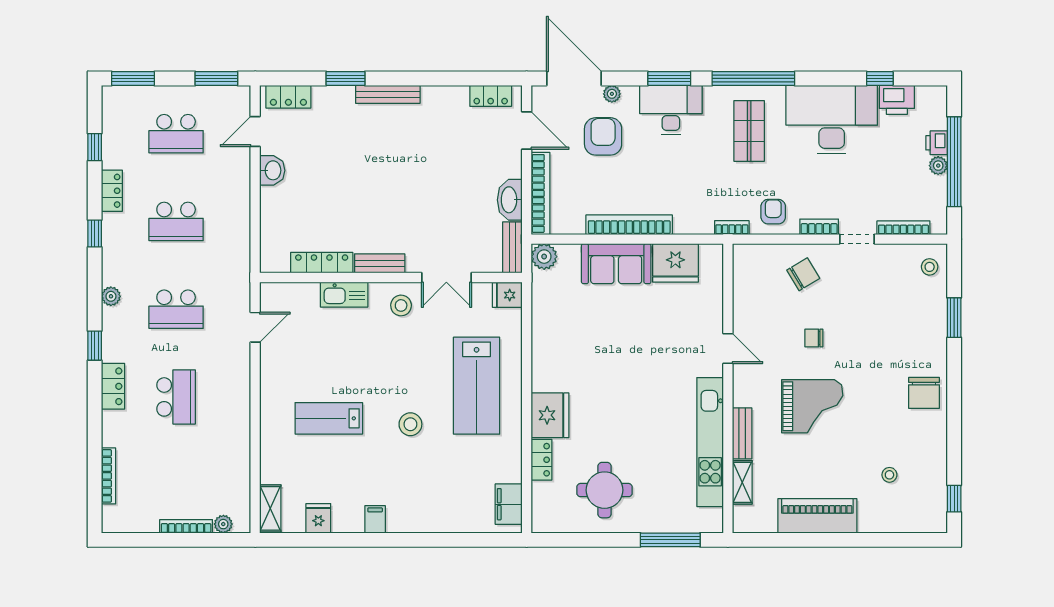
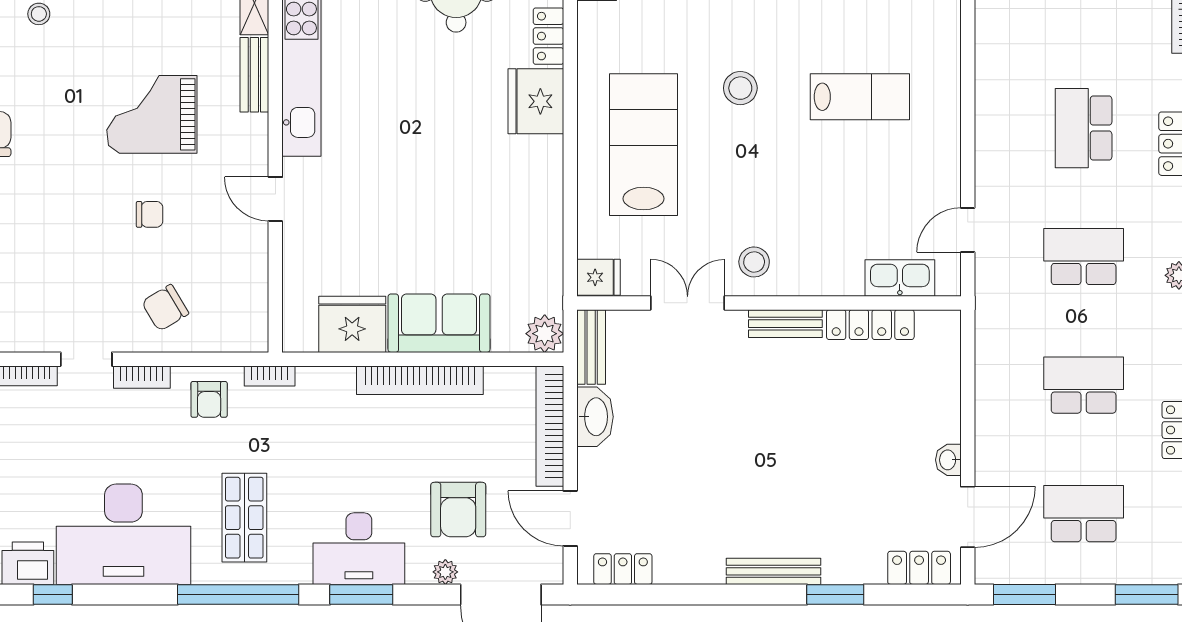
door: (255, 131) -> (968, 517), width x1.38
washbasin: (272, 170) -> (948, 460), width x0.72, depth x0.69
kitchen sink: (344, 295) -> (900, 278), moved

